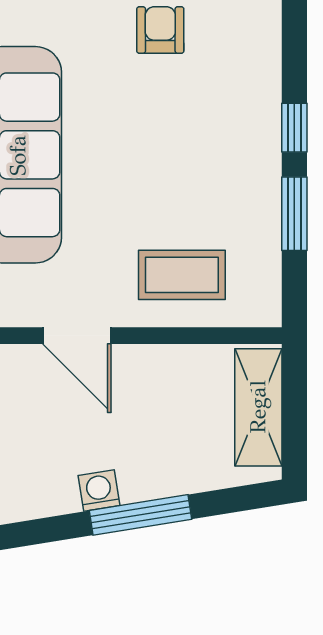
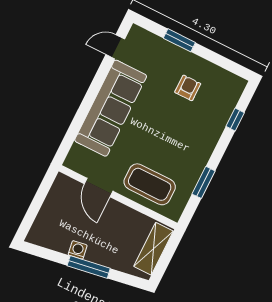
window: (294, 128) -> (235, 120), moved
coffee table: (182, 275) -> (150, 184), width x1.36, depth x1.32

